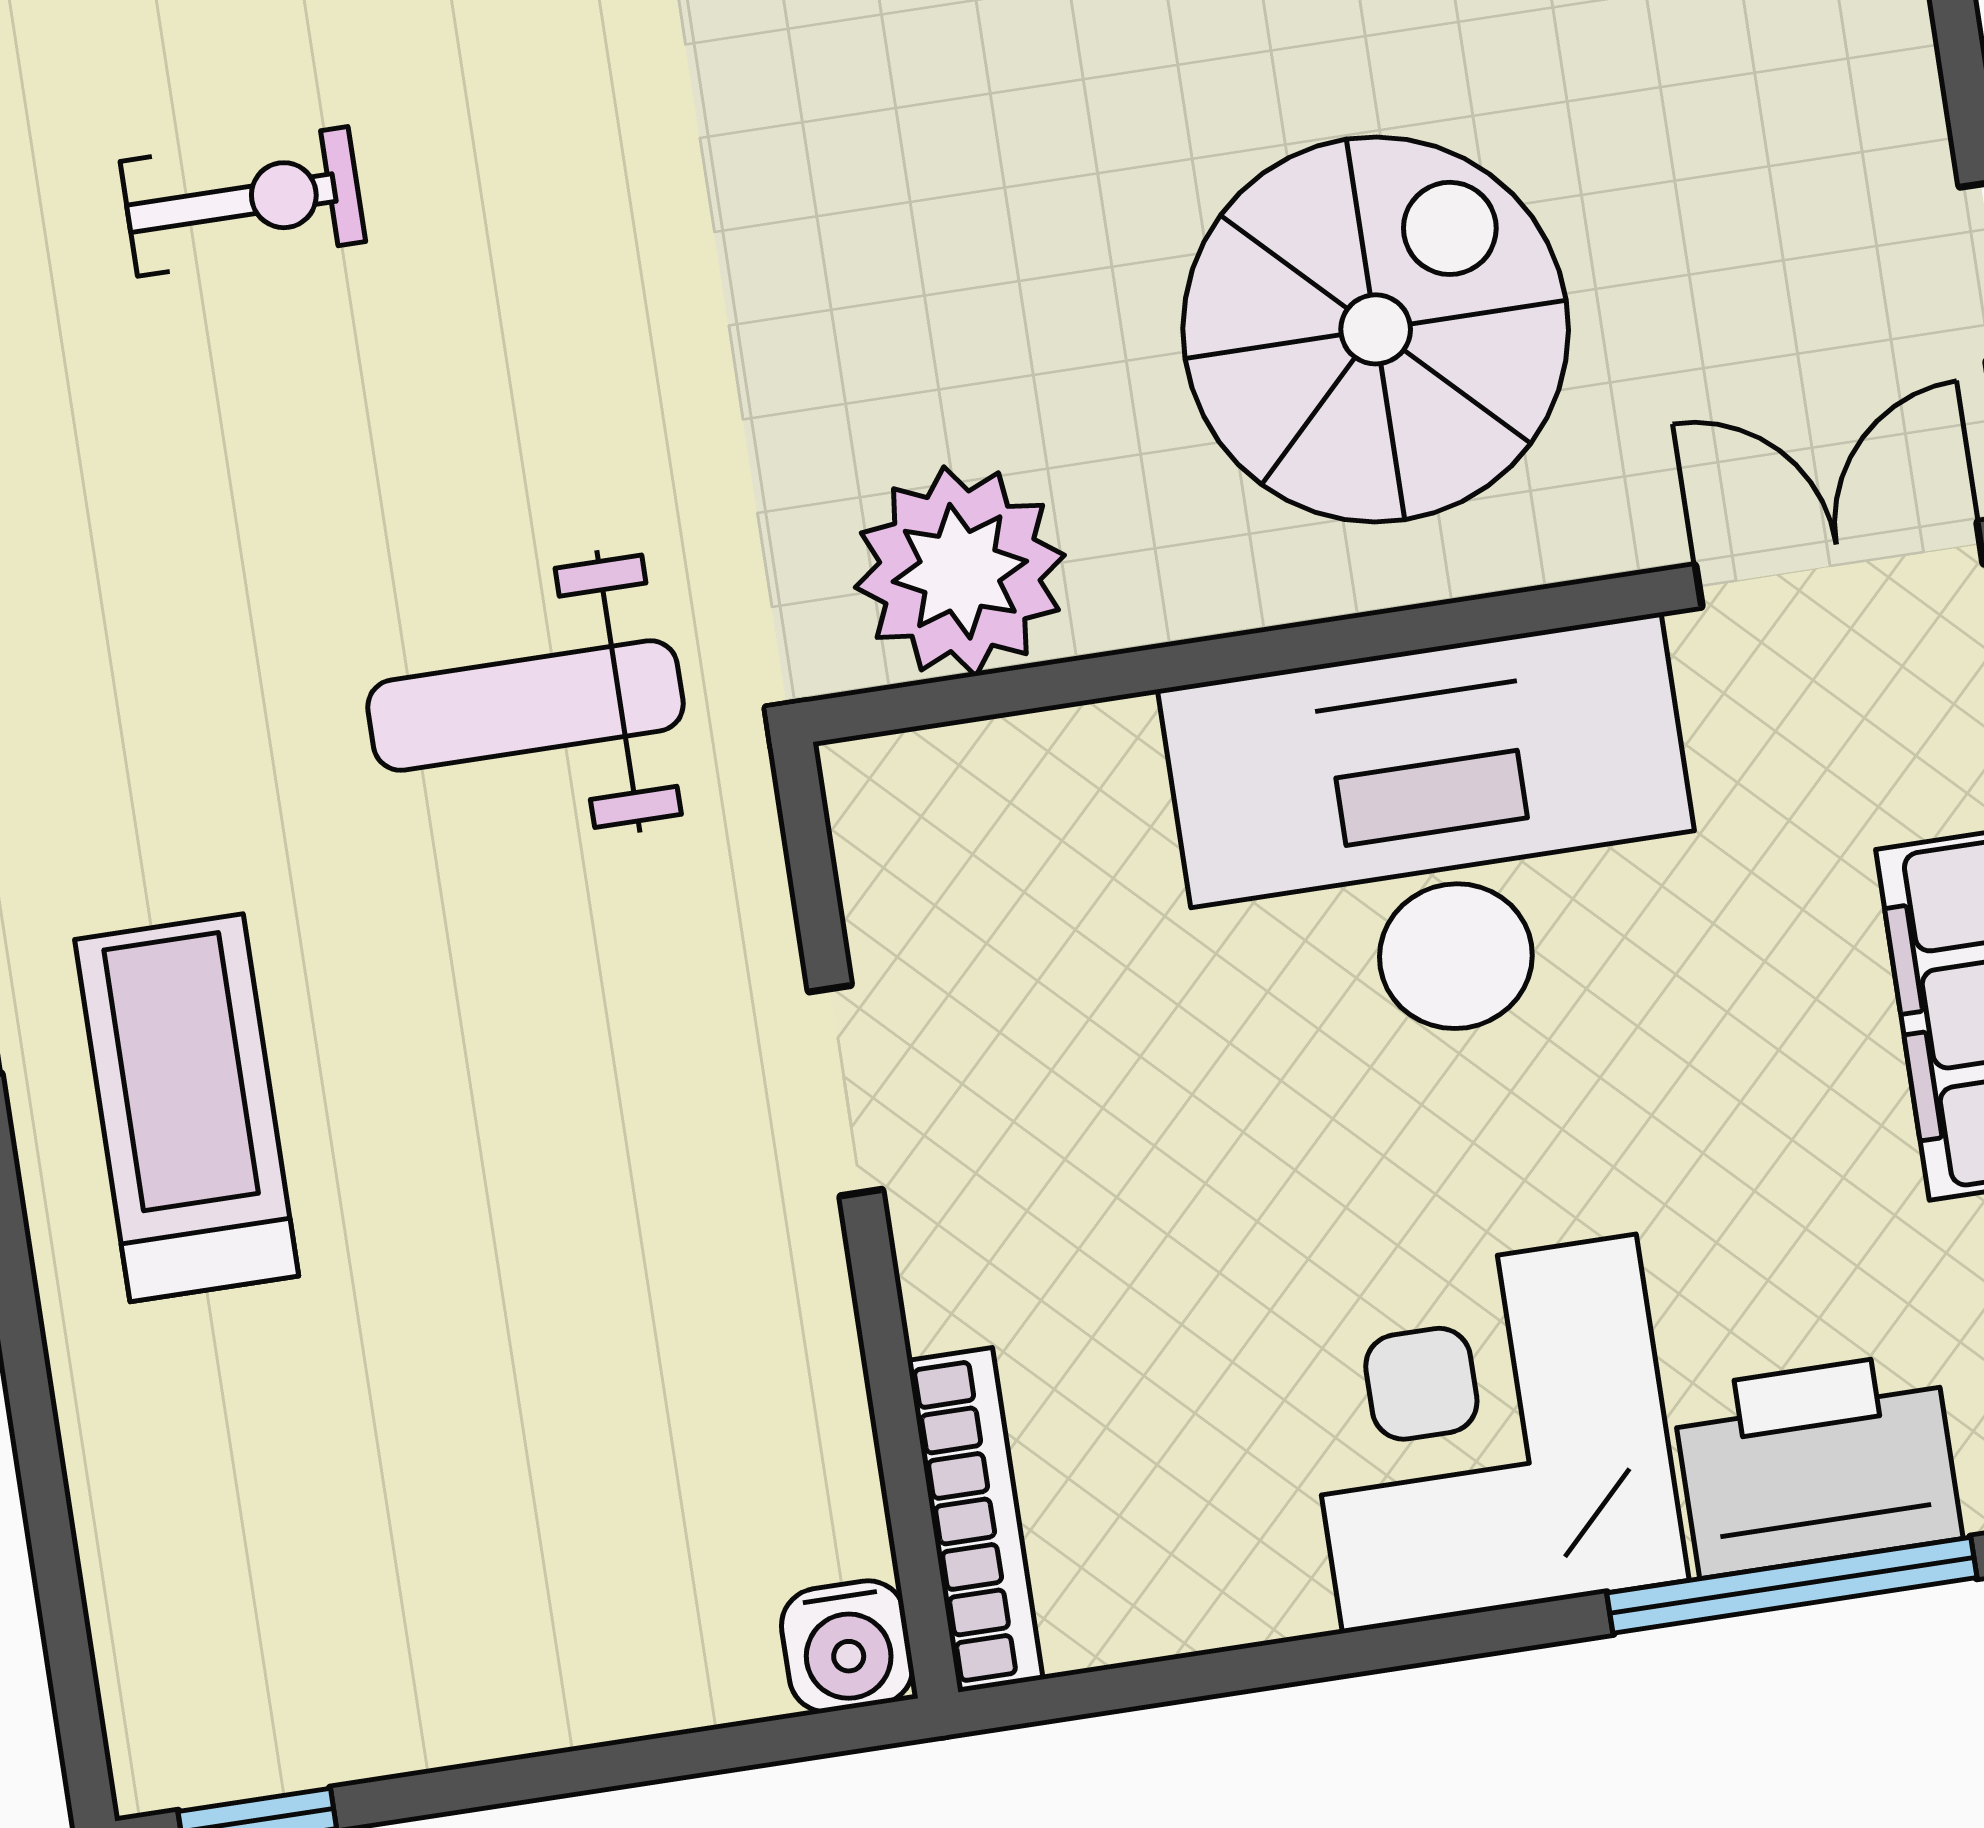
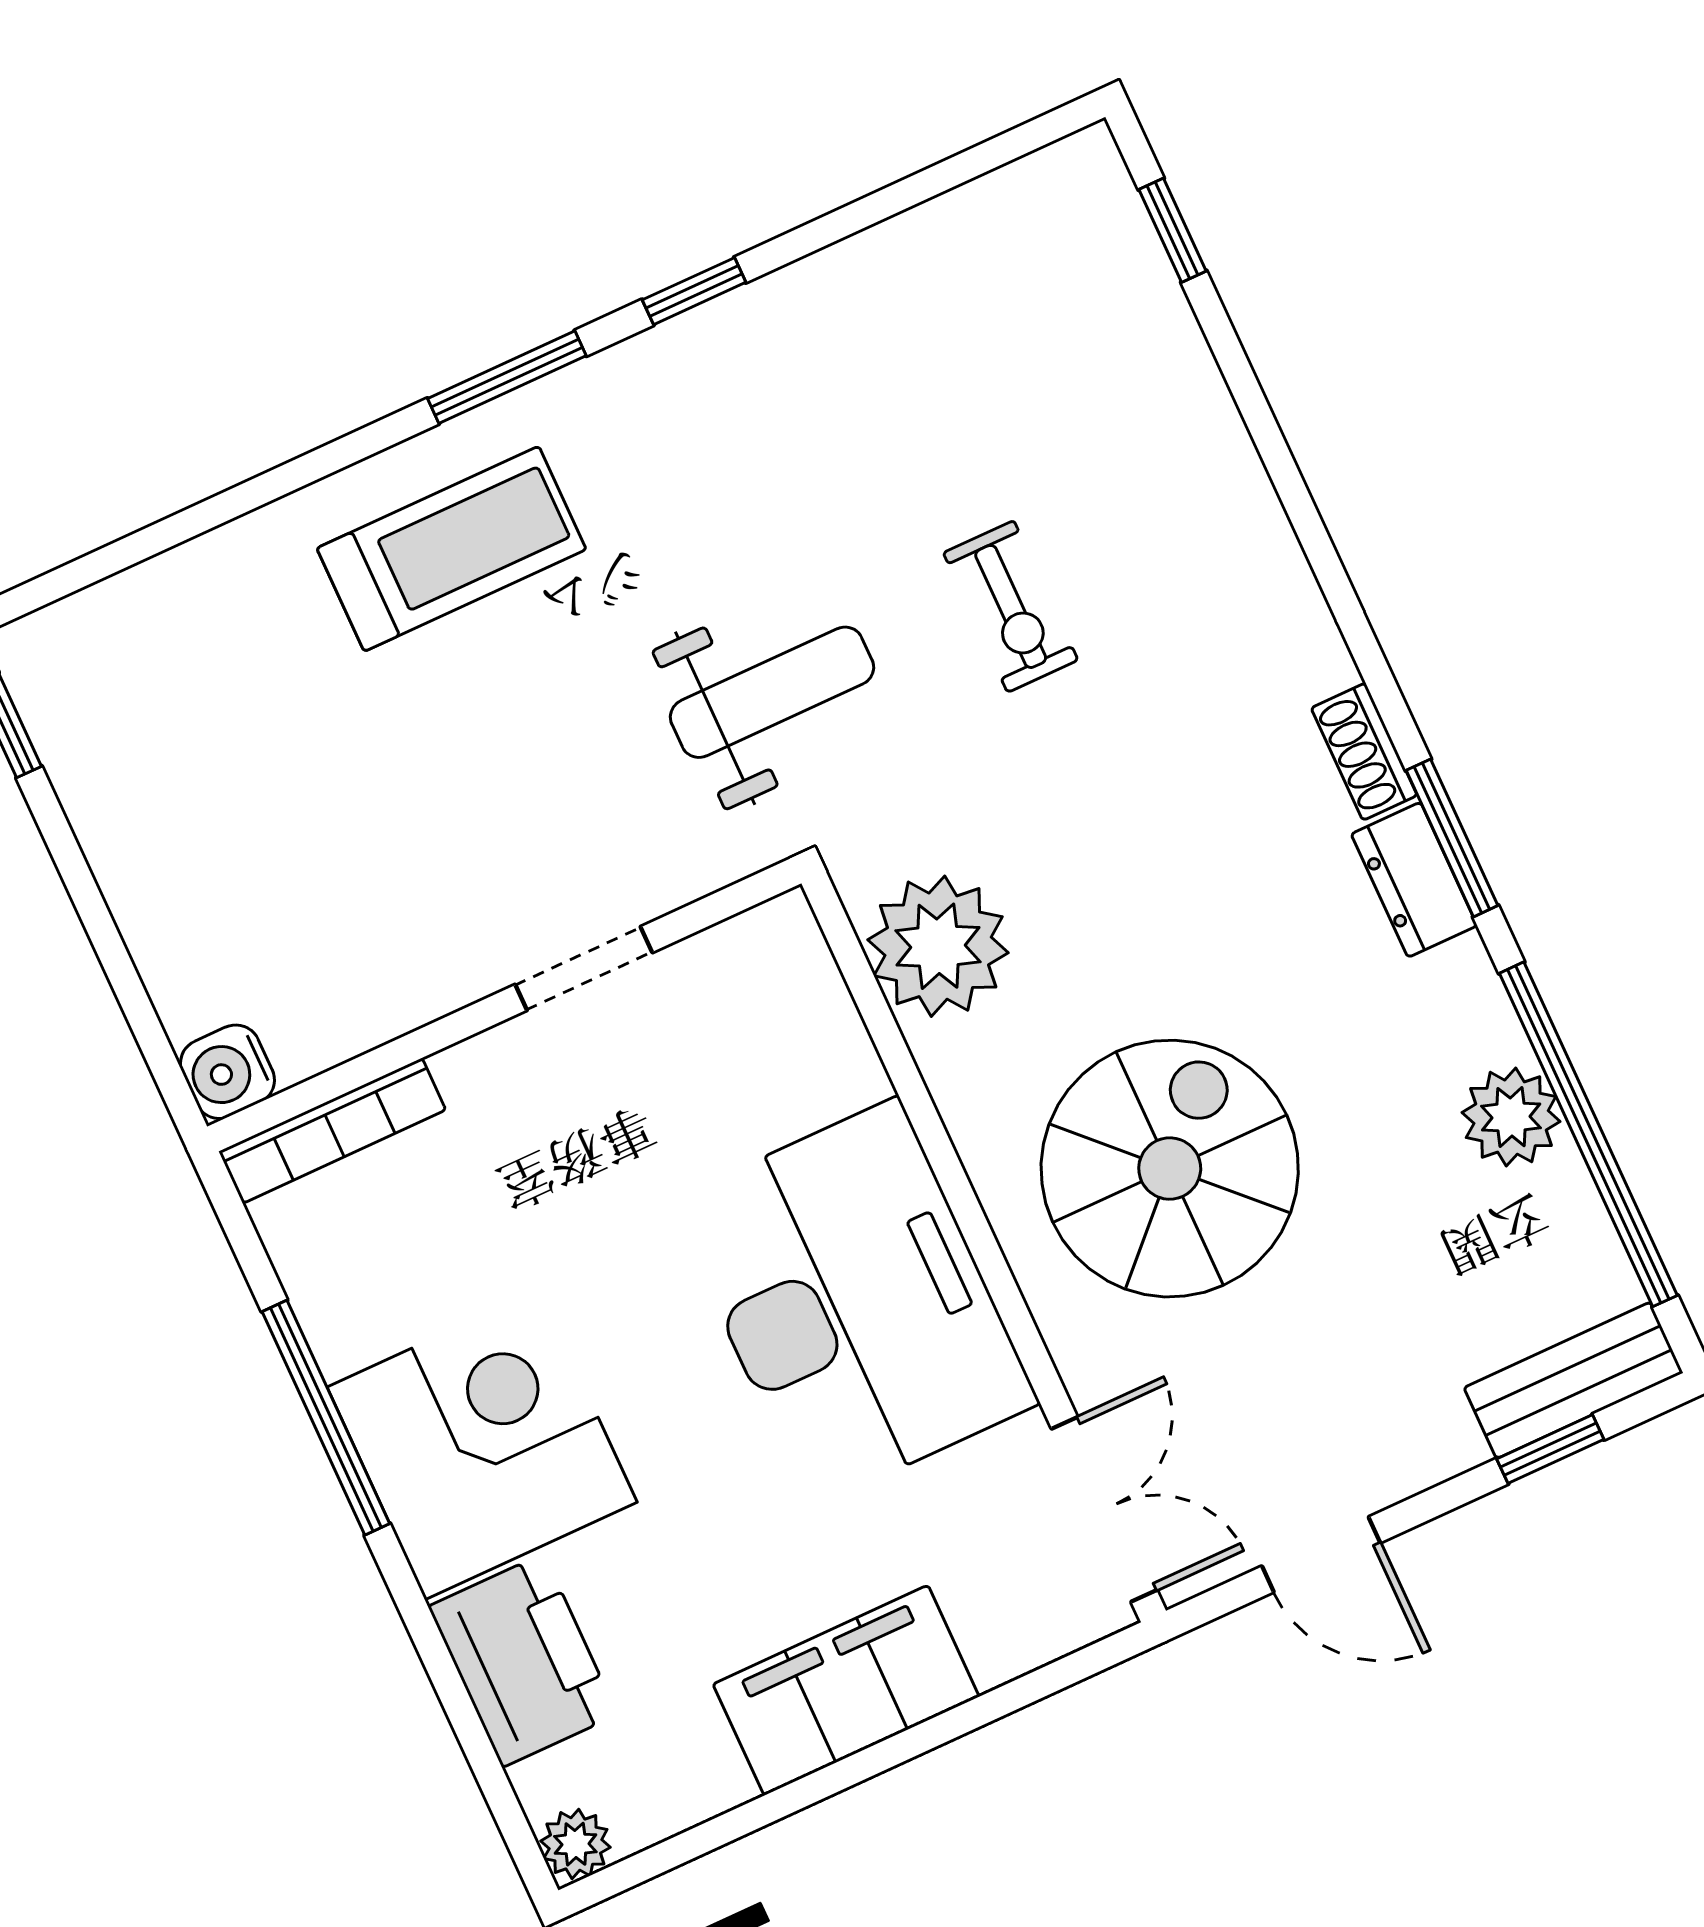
exercise bike: (243, 201) -> (1011, 606), moved
spiral stairs: (1376, 329) -> (1170, 1169), turned -90
weight bench: (525, 705) -> (772, 692), turned 90
window: (1792, 1585) -> (326, 1418), moved

